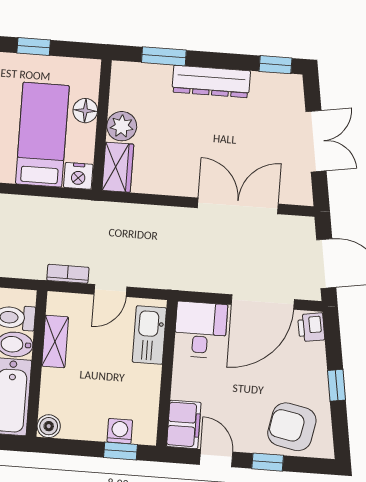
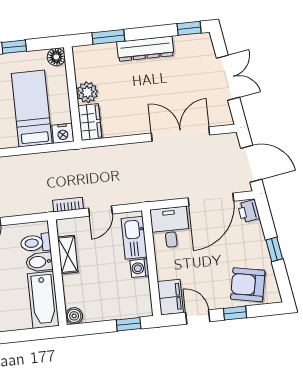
floor lamp: (85, 111) -> (56, 57), moved
washing machine: (120, 431) -> (140, 268), moved, turned -90

